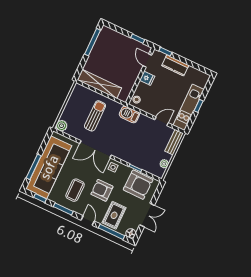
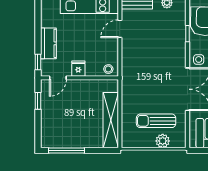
barbecue: (129, 114) -> (129, 69), removed
sun lounger: (95, 116) -> (156, 121), moved
door: (161, 121) -> (120, 29), hinge flipped
plant: (62, 126) -> (163, 141), moved

